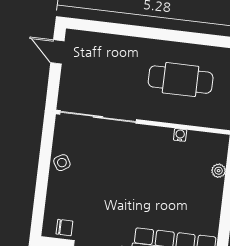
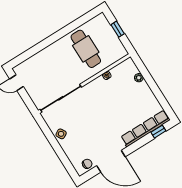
cafe table: (181, 80) -> (86, 49), turned 90

